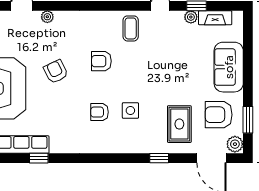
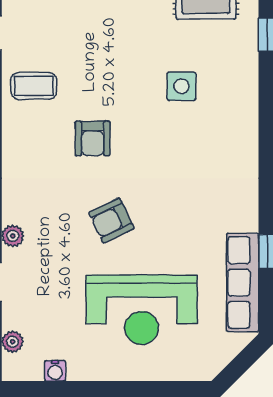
armchair: (100, 112) -> (184, 142), removed

